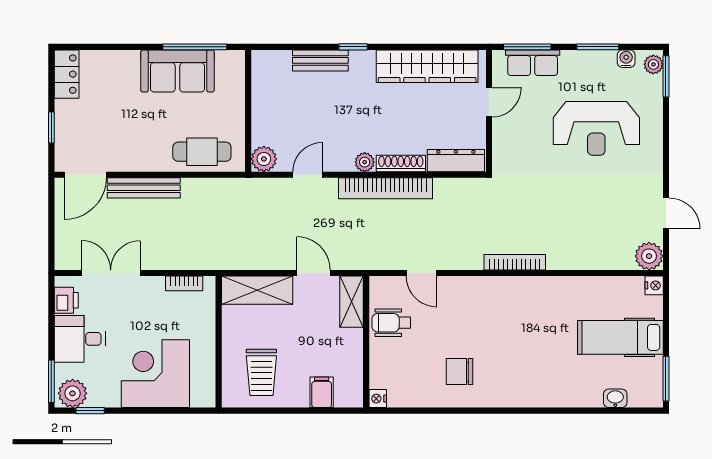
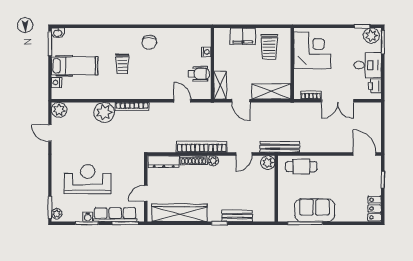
water cooler: (626, 59) -> (88, 217), moved
row of seats: (533, 63) -> (115, 215), width x1.48
door: (85, 175) -> (365, 154), hinge flipped
bench: (144, 188) -> (280, 147), moved
plant: (566, 251) -> (104, 112), added
double door: (111, 273) -> (338, 101), moved
nightstand: (654, 285) -> (56, 83), moved
trolley: (532, 341) -> (122, 64), added
trolley: (261, 372) -> (269, 47), turned 180
chair: (459, 372) -> (149, 42), moved, turned 90
corner desk: (155, 374) -> (312, 50), moved, turned -90
filing cabinet: (322, 392) -> (243, 36), width x2.00
washbasin: (615, 398) -> (58, 33), moved
nightstand: (378, 399) -> (206, 52), moved

